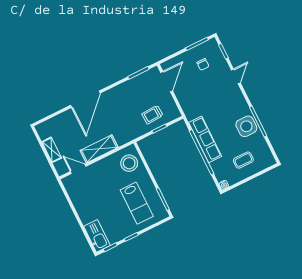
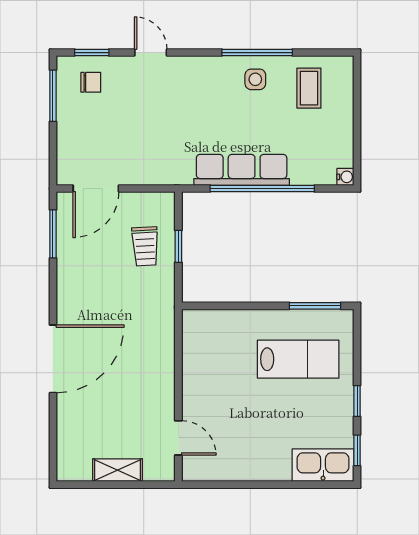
chair: (203, 64) -> (91, 82), moved
door: (167, 82) -> (96, 189), swing flipped
door: (85, 99) -> (53, 359), hinge flipped
side table: (246, 126) -> (255, 79), width x0.54, depth x0.54
shelving: (99, 149) -> (160, 380), removed
coffee table: (243, 160) -> (309, 88), moved
stool: (129, 163) -> (215, 336), removed
door: (78, 169) -> (178, 438), swing flipped

